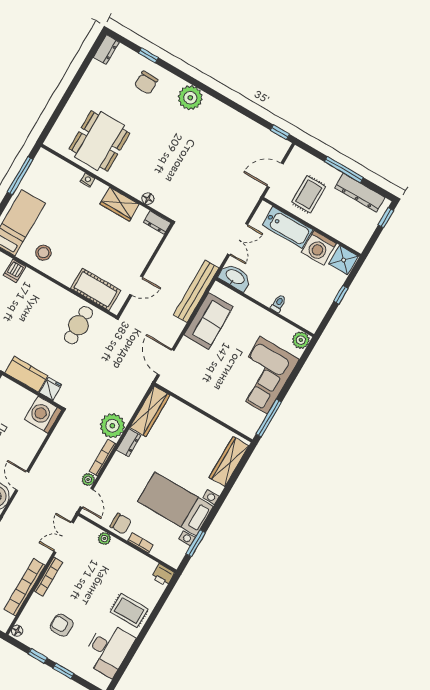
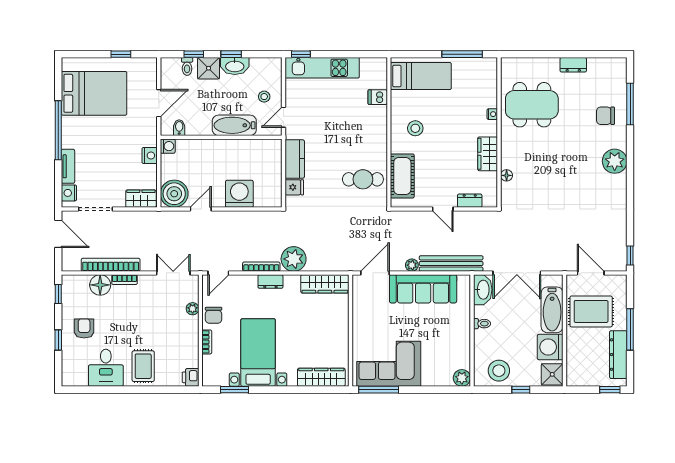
dresser: (106, 50) -> (573, 65), moved
window: (148, 55) -> (630, 104), width x2.17
rug: (309, 194) -> (591, 311), width x1.36, depth x1.43
dresser: (157, 223) -> (470, 201), moved, turned 90
double door: (238, 239) -> (517, 273), width x1.37
stool: (43, 253) -> (415, 128), moved
door: (136, 286) -> (443, 209), moved
toilet: (278, 304) -> (482, 324), moved
stool: (313, 304) -> (499, 371), added
sofa: (208, 321) -> (423, 289), width x1.36
corner sofa: (264, 375) -> (389, 364), moved
washing machine: (43, 415) -> (239, 194), moved
dresser: (129, 443) -> (270, 282), moved
plant: (88, 479) -> (412, 265), moved
bookcase: (48, 577) -> (124, 280), width x0.64
armchair: (62, 625) -> (84, 328), moved
floor lamp: (17, 631) -> (100, 285), moved, width x1.89, depth x1.89
desk: (108, 649) -> (106, 368), width x0.73
window: (38, 656) -> (58, 294), moved

